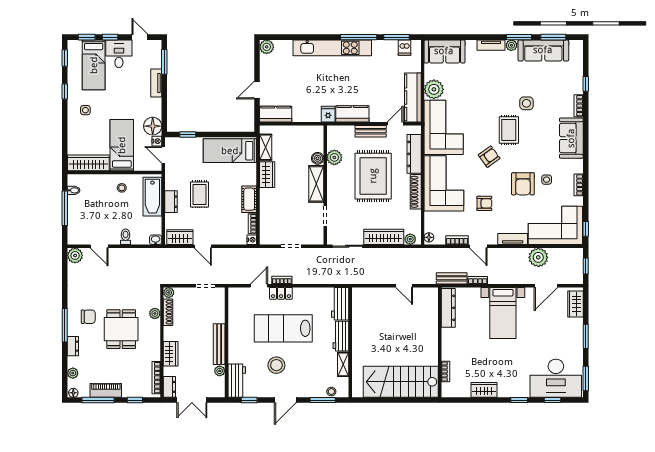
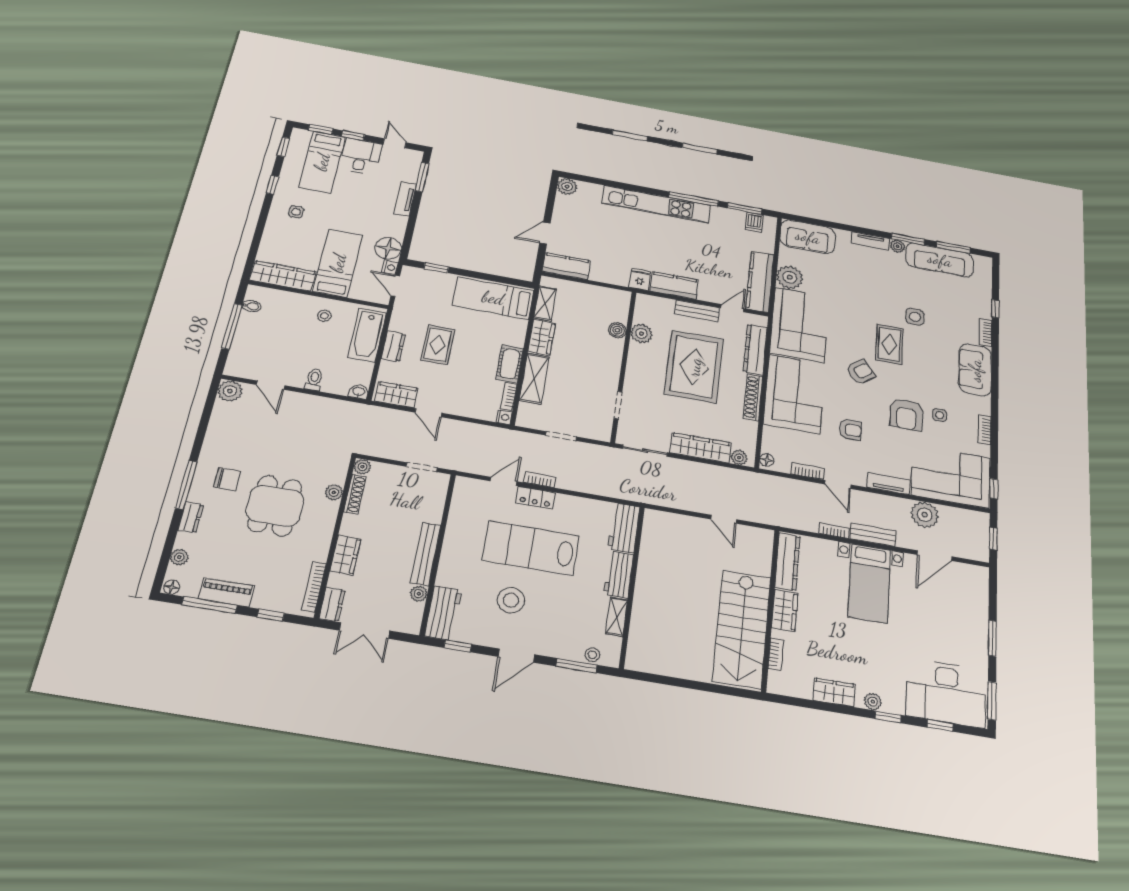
shelving: (316, 184) -> (534, 379), moved
bench: (452, 278) -> (873, 535), moved
wardrobe: (575, 304) -> (785, 610), moved, turned 180
stairs: (401, 382) -> (742, 629), moved, turned -90
plant: (509, 392) -> (873, 702), added

